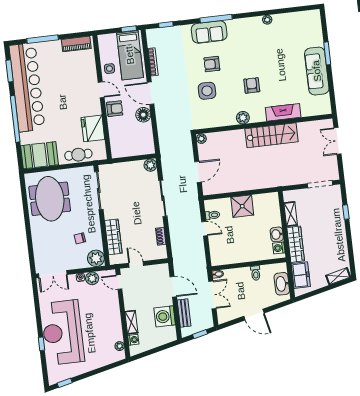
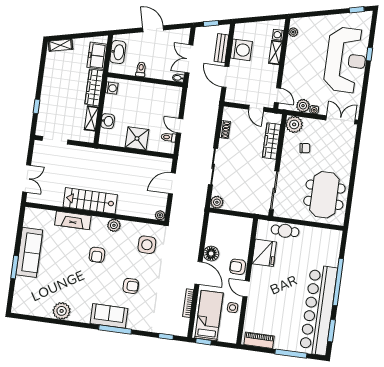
plant: (267, 20) -> (62, 311), width x1.88, depth x1.88
sofa: (209, 32) -> (109, 316), moved
side table: (207, 91) -> (147, 245), moved
booth: (40, 155) -> (323, 240), removed
washbasin: (277, 234) -> (108, 121), moved

